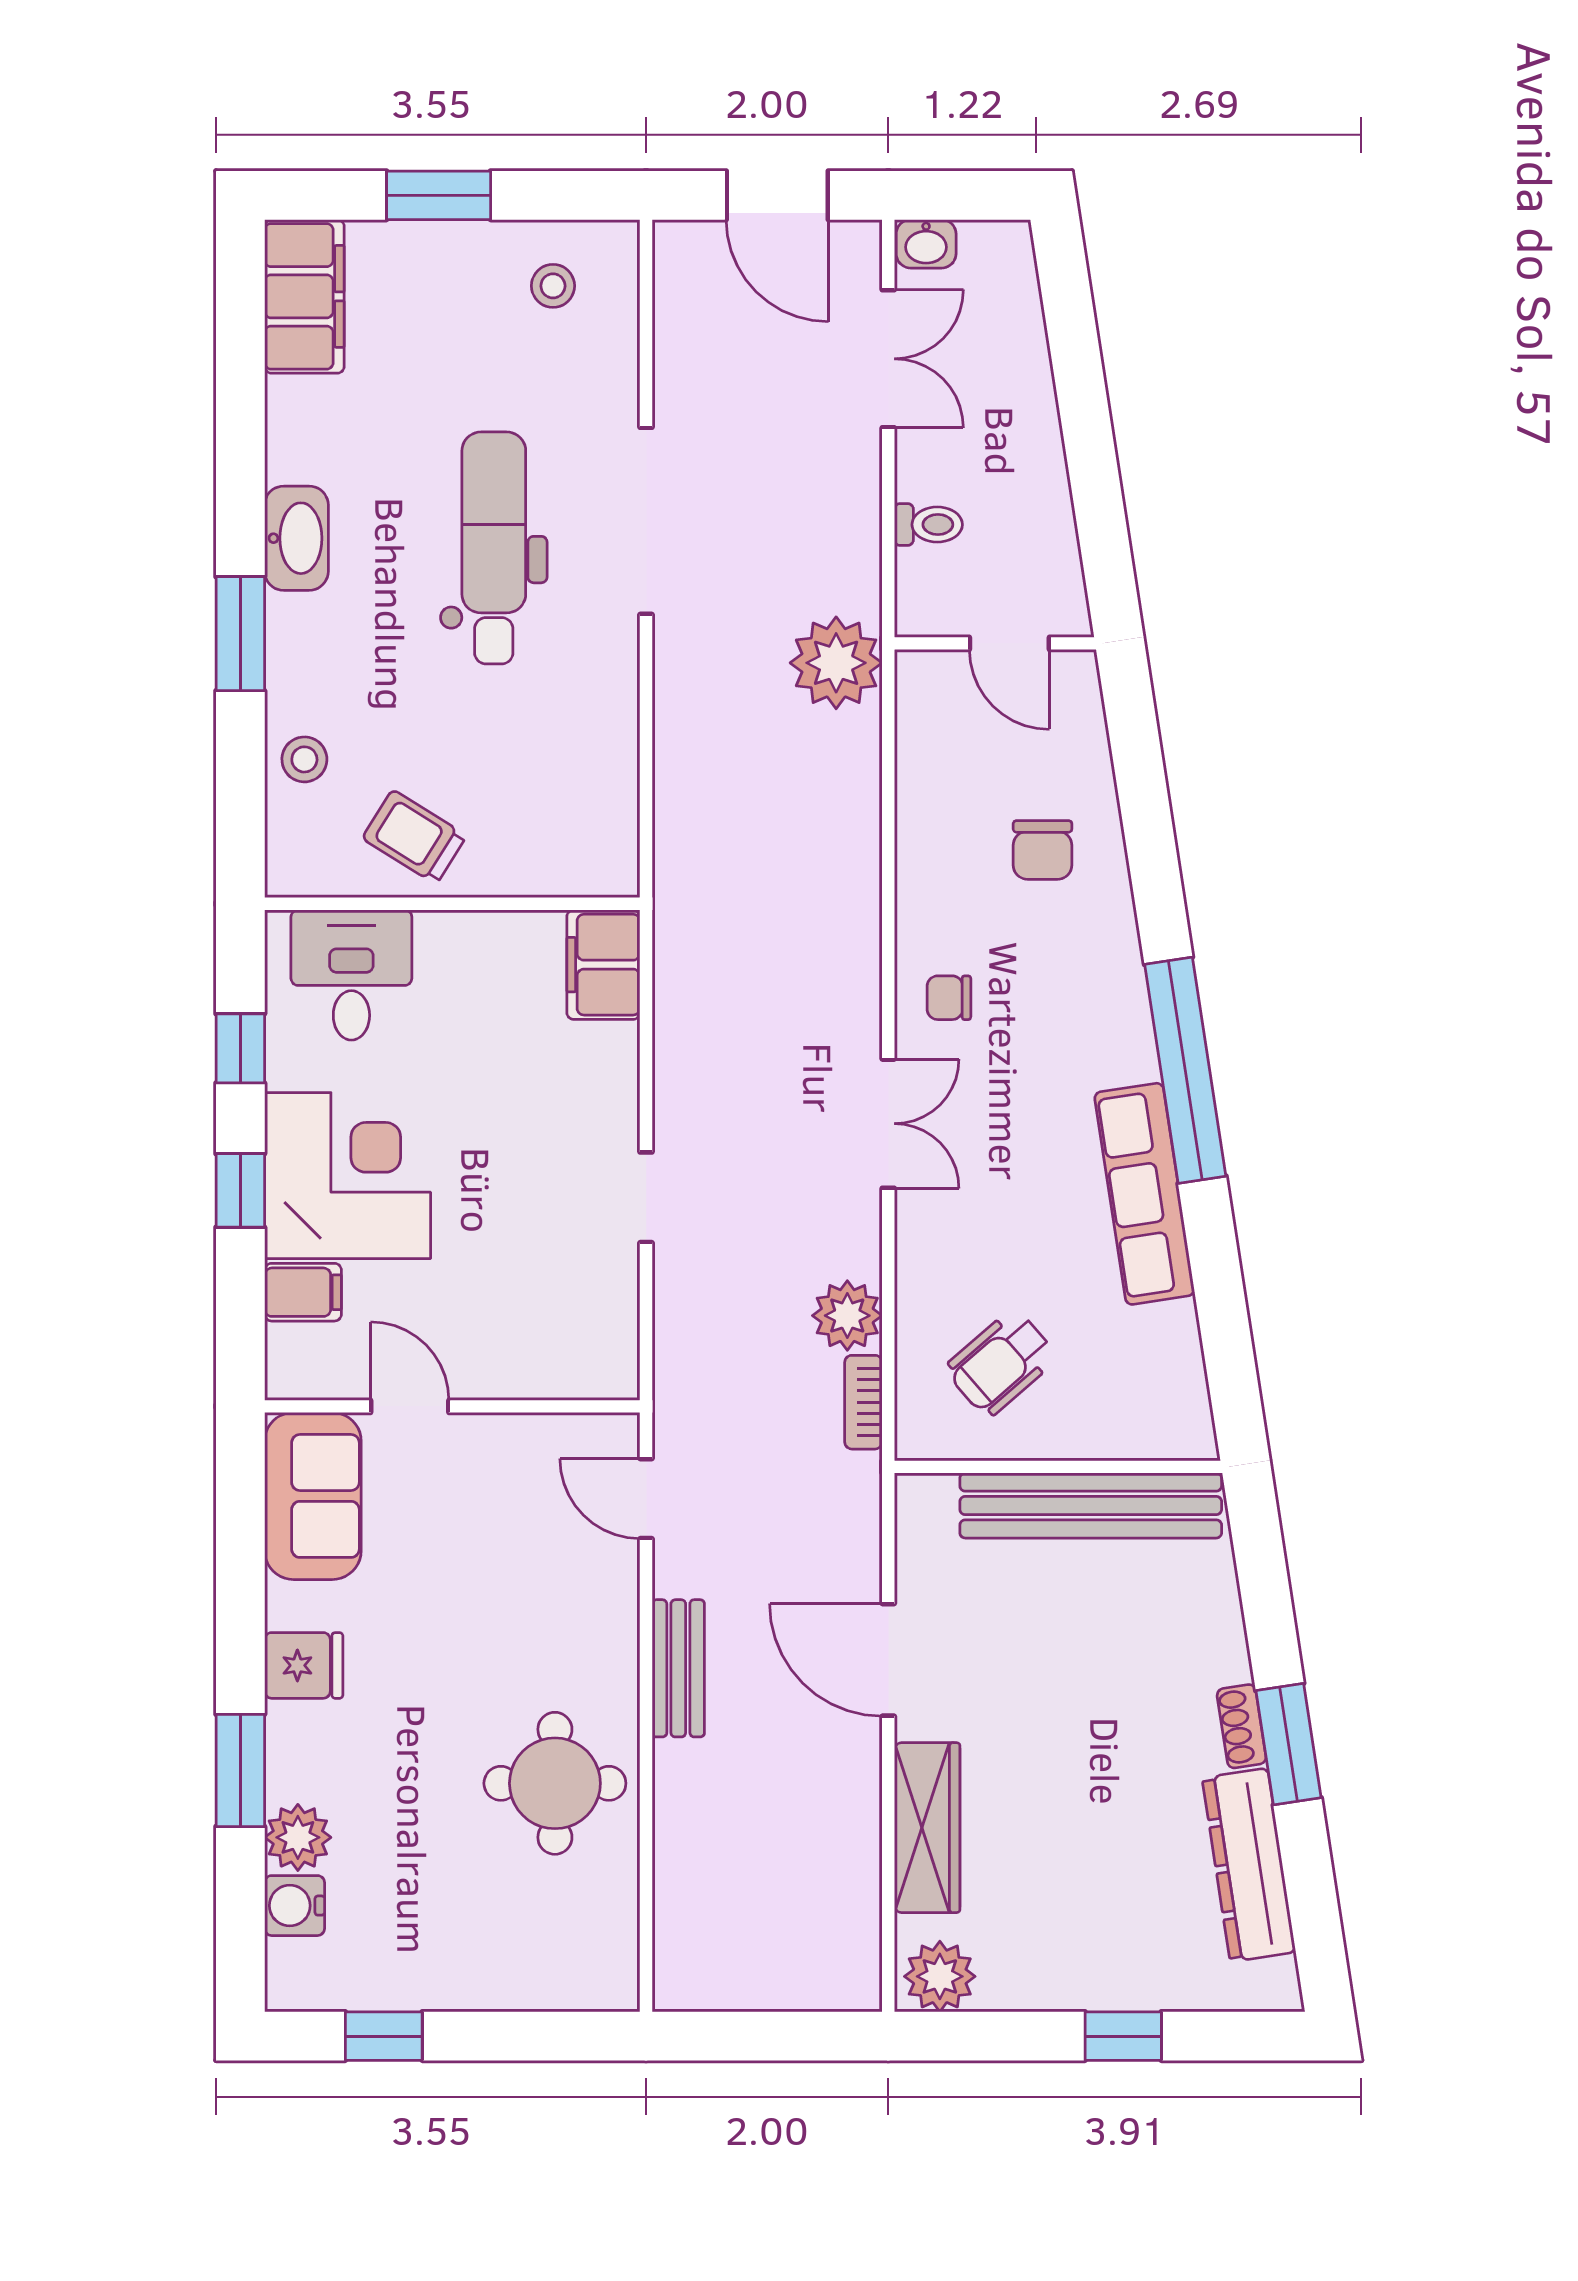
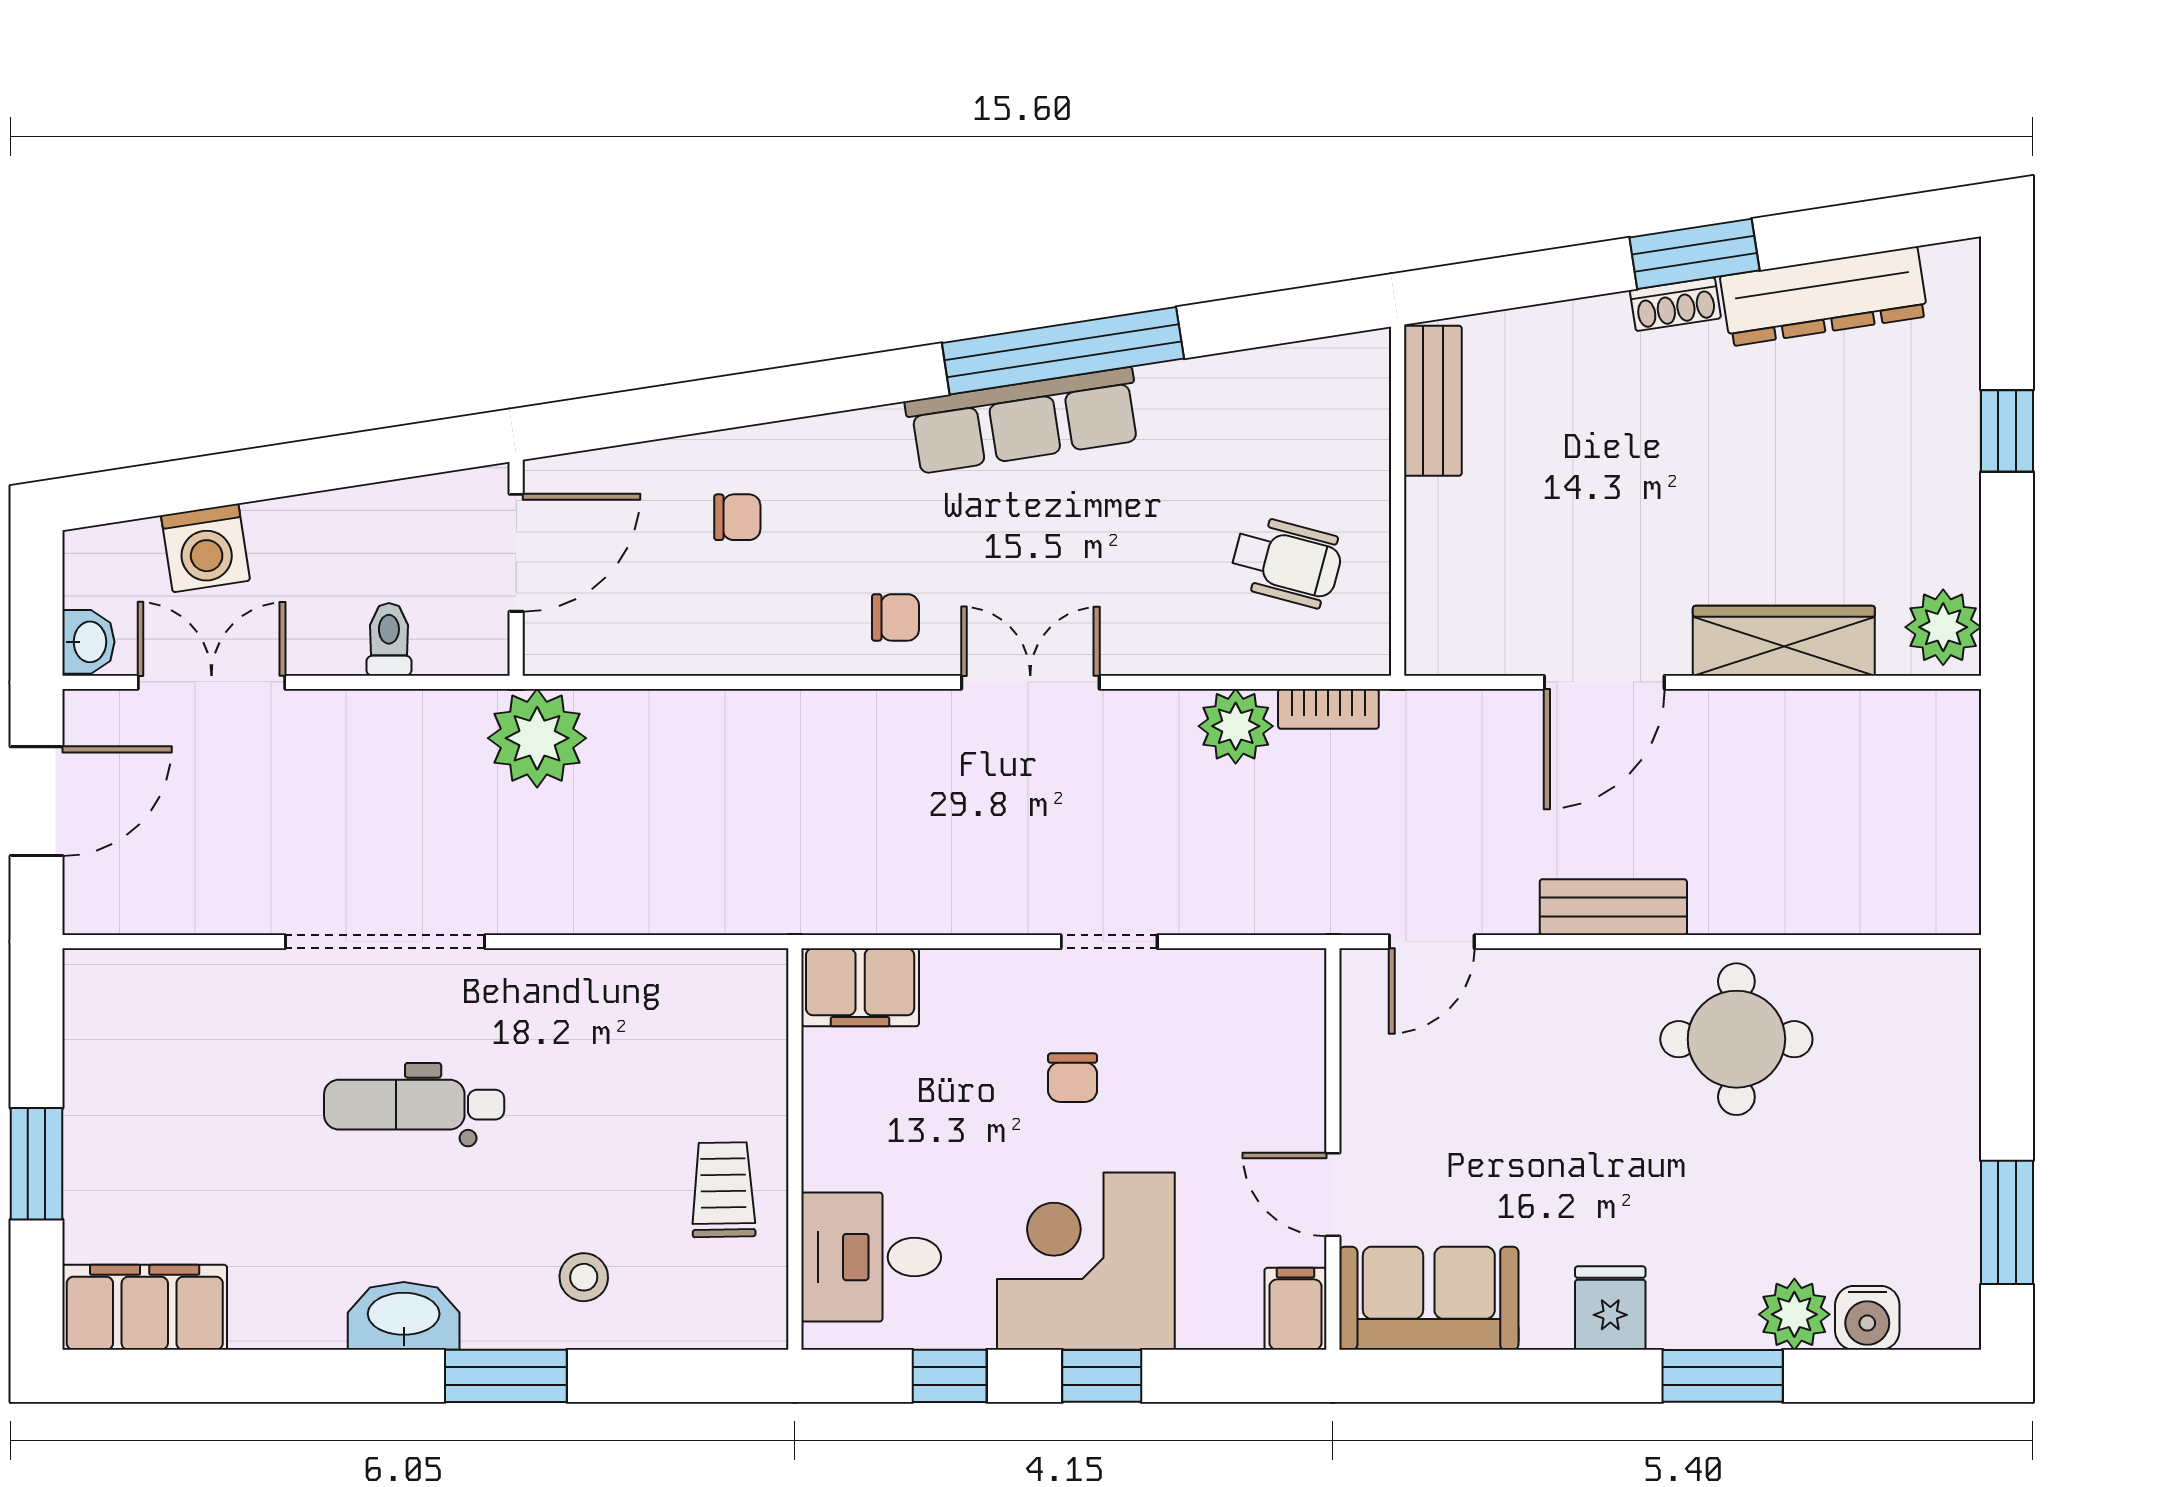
stool: (553, 286) -> (133, 1041), removed
washing machine: (1014, 353) -> (205, 548), added
dental chair: (494, 548) -> (414, 1105), width x0.73, depth x0.72
door: (1009, 643) -> (516, 553), width x1.38
stool: (304, 759) -> (584, 1277), moved
trolley: (414, 837) -> (723, 1190), turned 147
chair: (1043, 850) -> (737, 517), width x0.73, depth x0.73
chair: (949, 998) -> (895, 617), turned -90
window: (1185, 1070) -> (1063, 351), moved
chair: (519, 1163) -> (1072, 1078), added
row of seats: (1144, 1194) -> (1024, 421), moved
filing cabinet: (303, 1292) -> (1296, 1309), moved
wheelchair: (1001, 1363) -> (1287, 562), turned -34
door: (410, 1406) -> (1333, 1195), hinge flipped
bench: (1091, 1505) -> (1433, 401), width x0.54, depth x0.82
window: (384, 2036) -> (2007, 1222), width x1.50

